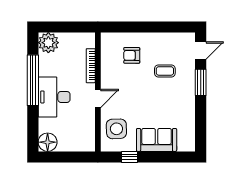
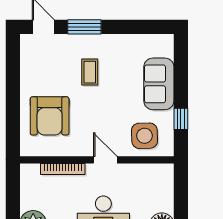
armchair: (132, 55) -> (50, 116), width x1.88, depth x1.88
coffee table: (165, 71) -> (90, 72), moved

